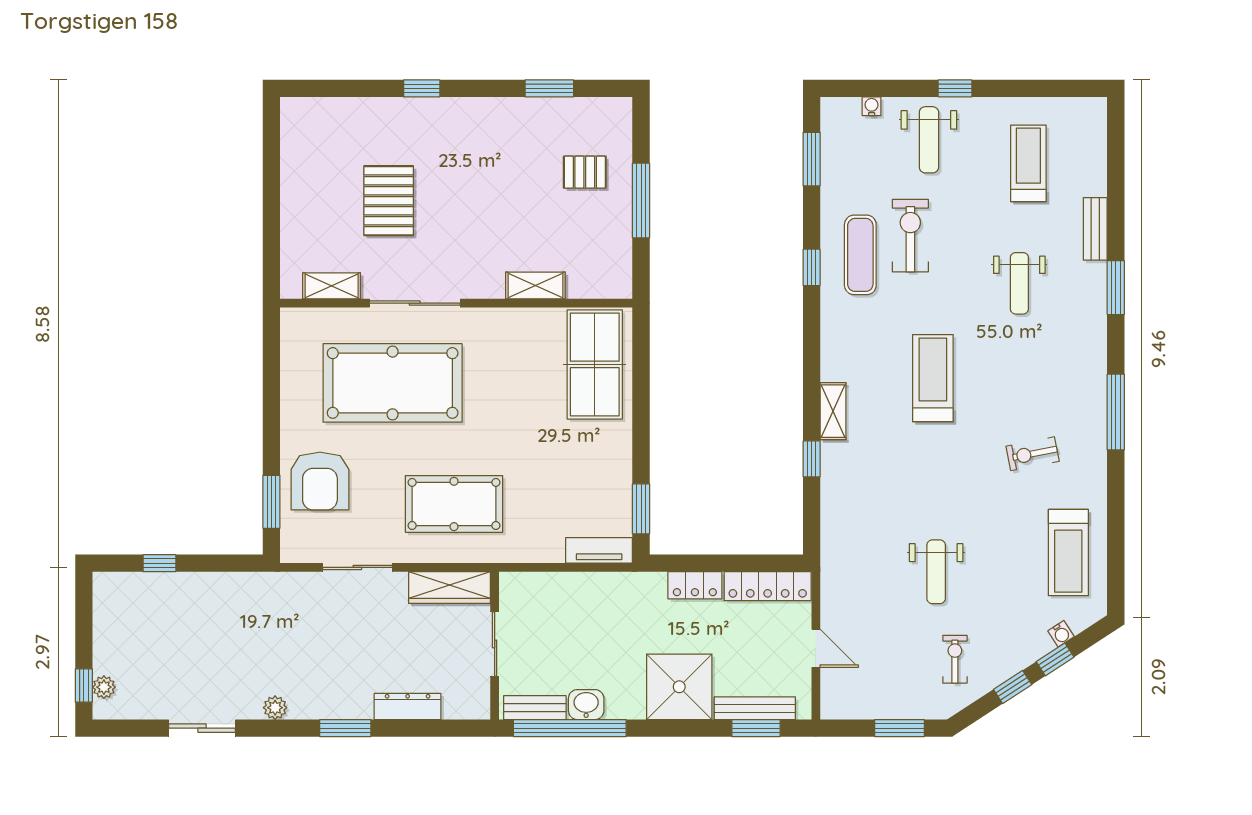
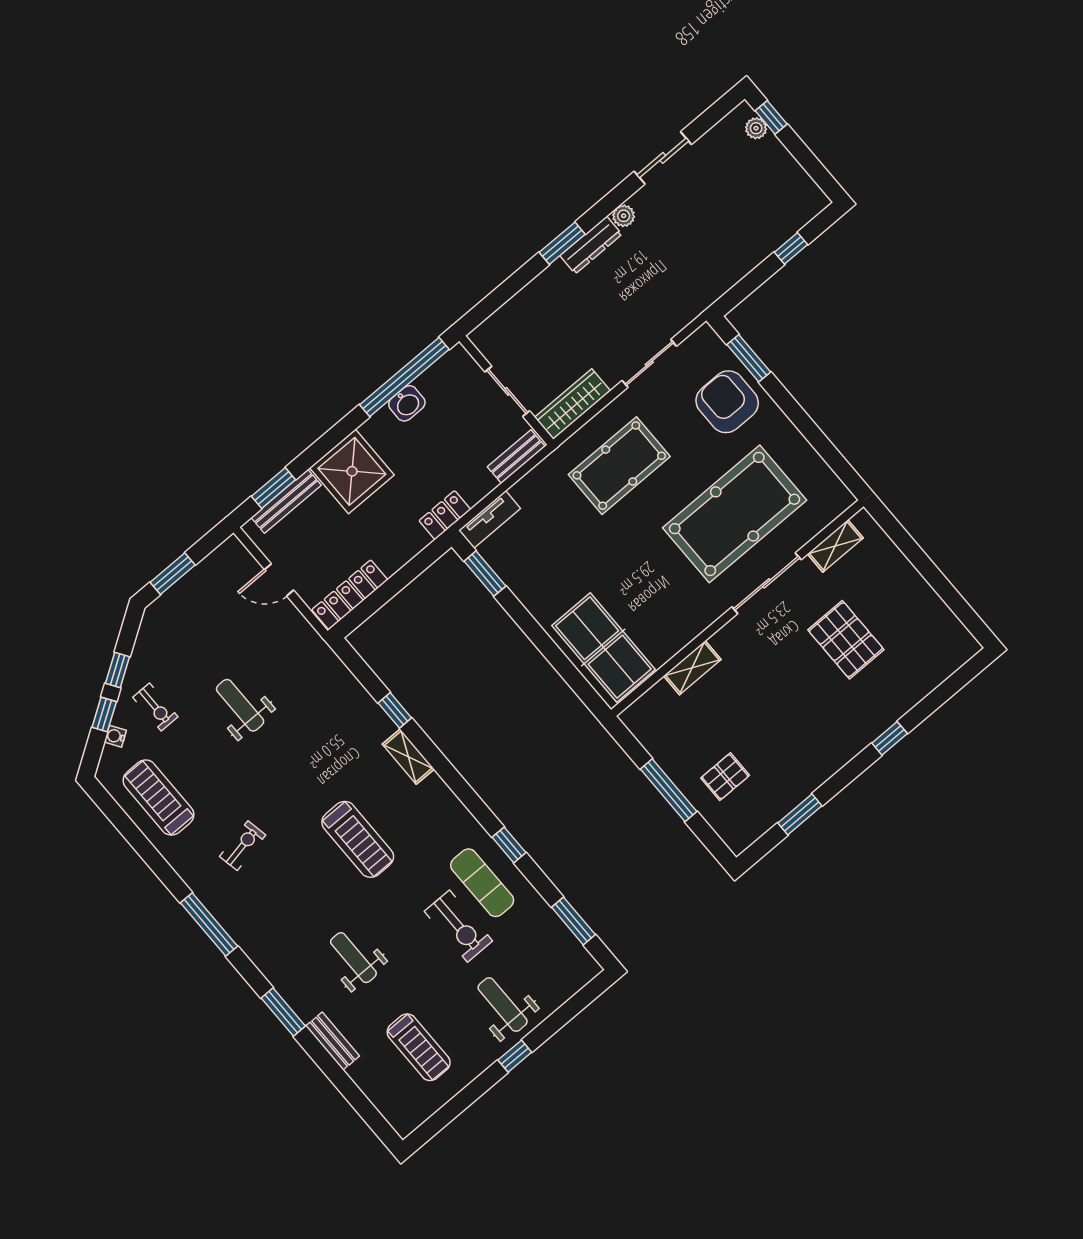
water cooler: (872, 106) -> (563, 994), removed
locker: (695, 585) -> (445, 515), moved
exercise bike: (955, 659) -> (155, 707), moved
dresser: (408, 706) -> (591, 245), moved
bench: (535, 708) -> (516, 457), moved

